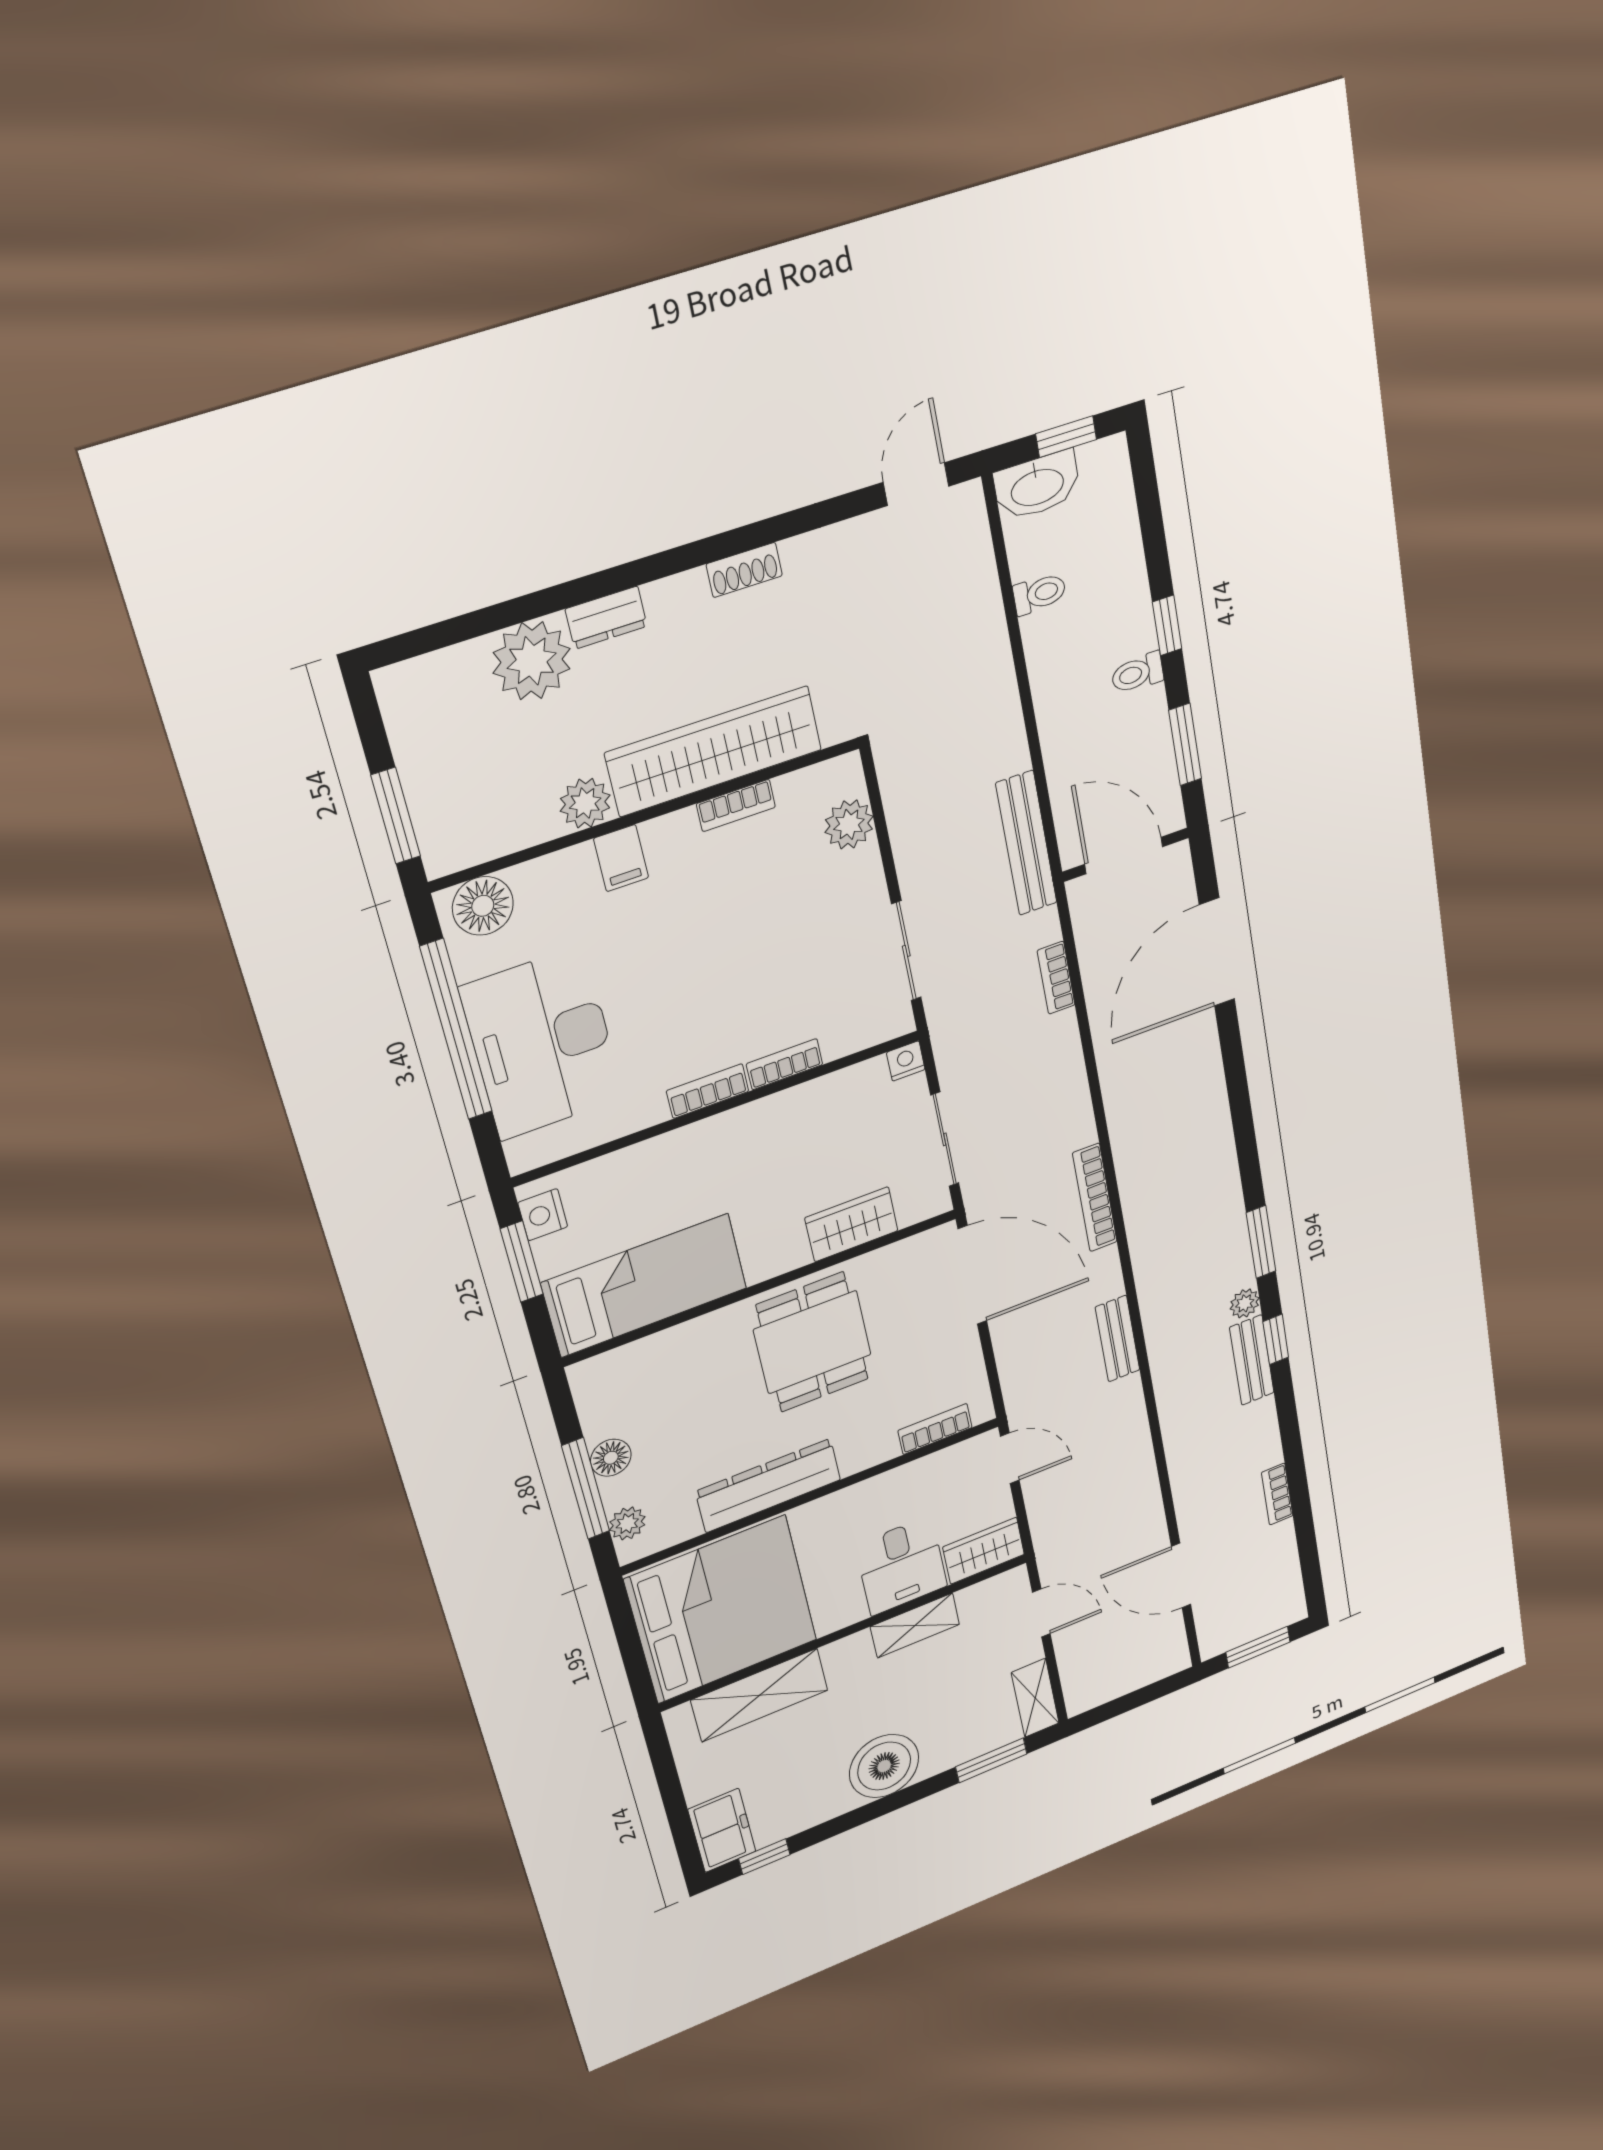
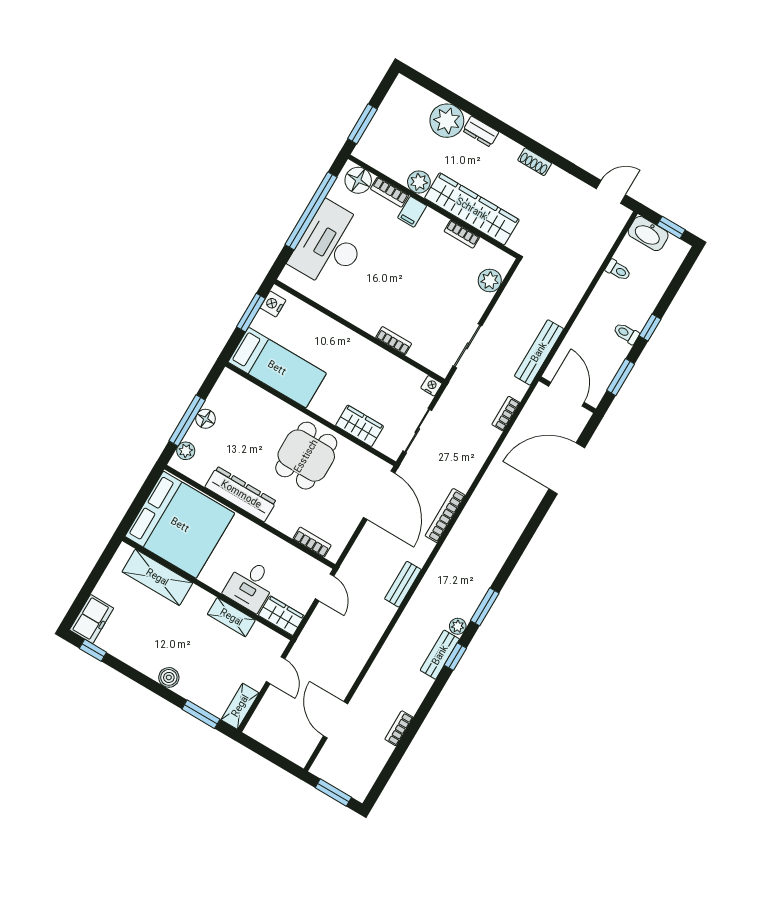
bookcase: (708, 1091) -> (390, 192), moved, turned 180
boiler: (884, 1766) -> (169, 677), width x0.54, depth x0.54

